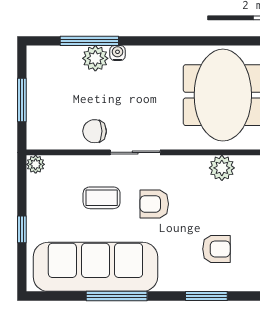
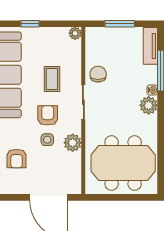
tv unit: (54, 56) -> (150, 46), added
plant: (95, 58) -> (149, 105), moved
plant: (222, 168) -> (73, 143), moved
side table: (189, 205) -> (47, 140), added

